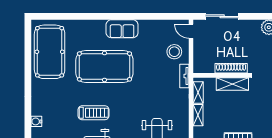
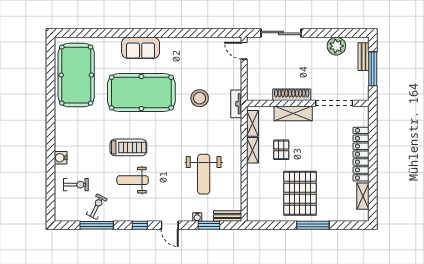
sofa: (122, 29) -> (141, 48), moved
stool: (174, 52) -> (200, 98), moved
pallet: (222, 115) -> (281, 150), added

